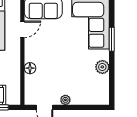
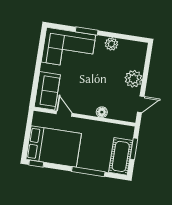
plant: (65, 100) -> (133, 79), width x1.88, depth x1.88

